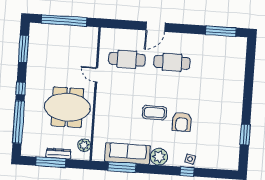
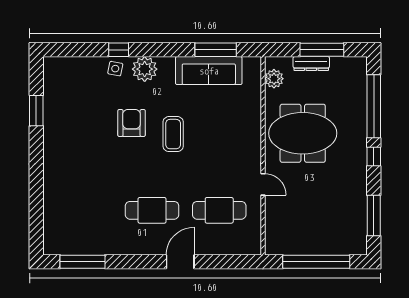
coffee table: (154, 113) -> (173, 134), turned 90
plant: (159, 157) -> (145, 69), moved

